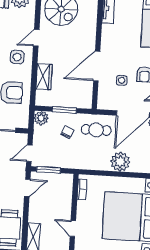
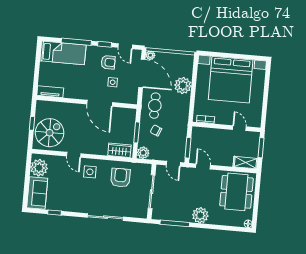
wardrobe: (44, 77) -> (119, 150), moved
door: (73, 229) -> (239, 128), swing flipped

